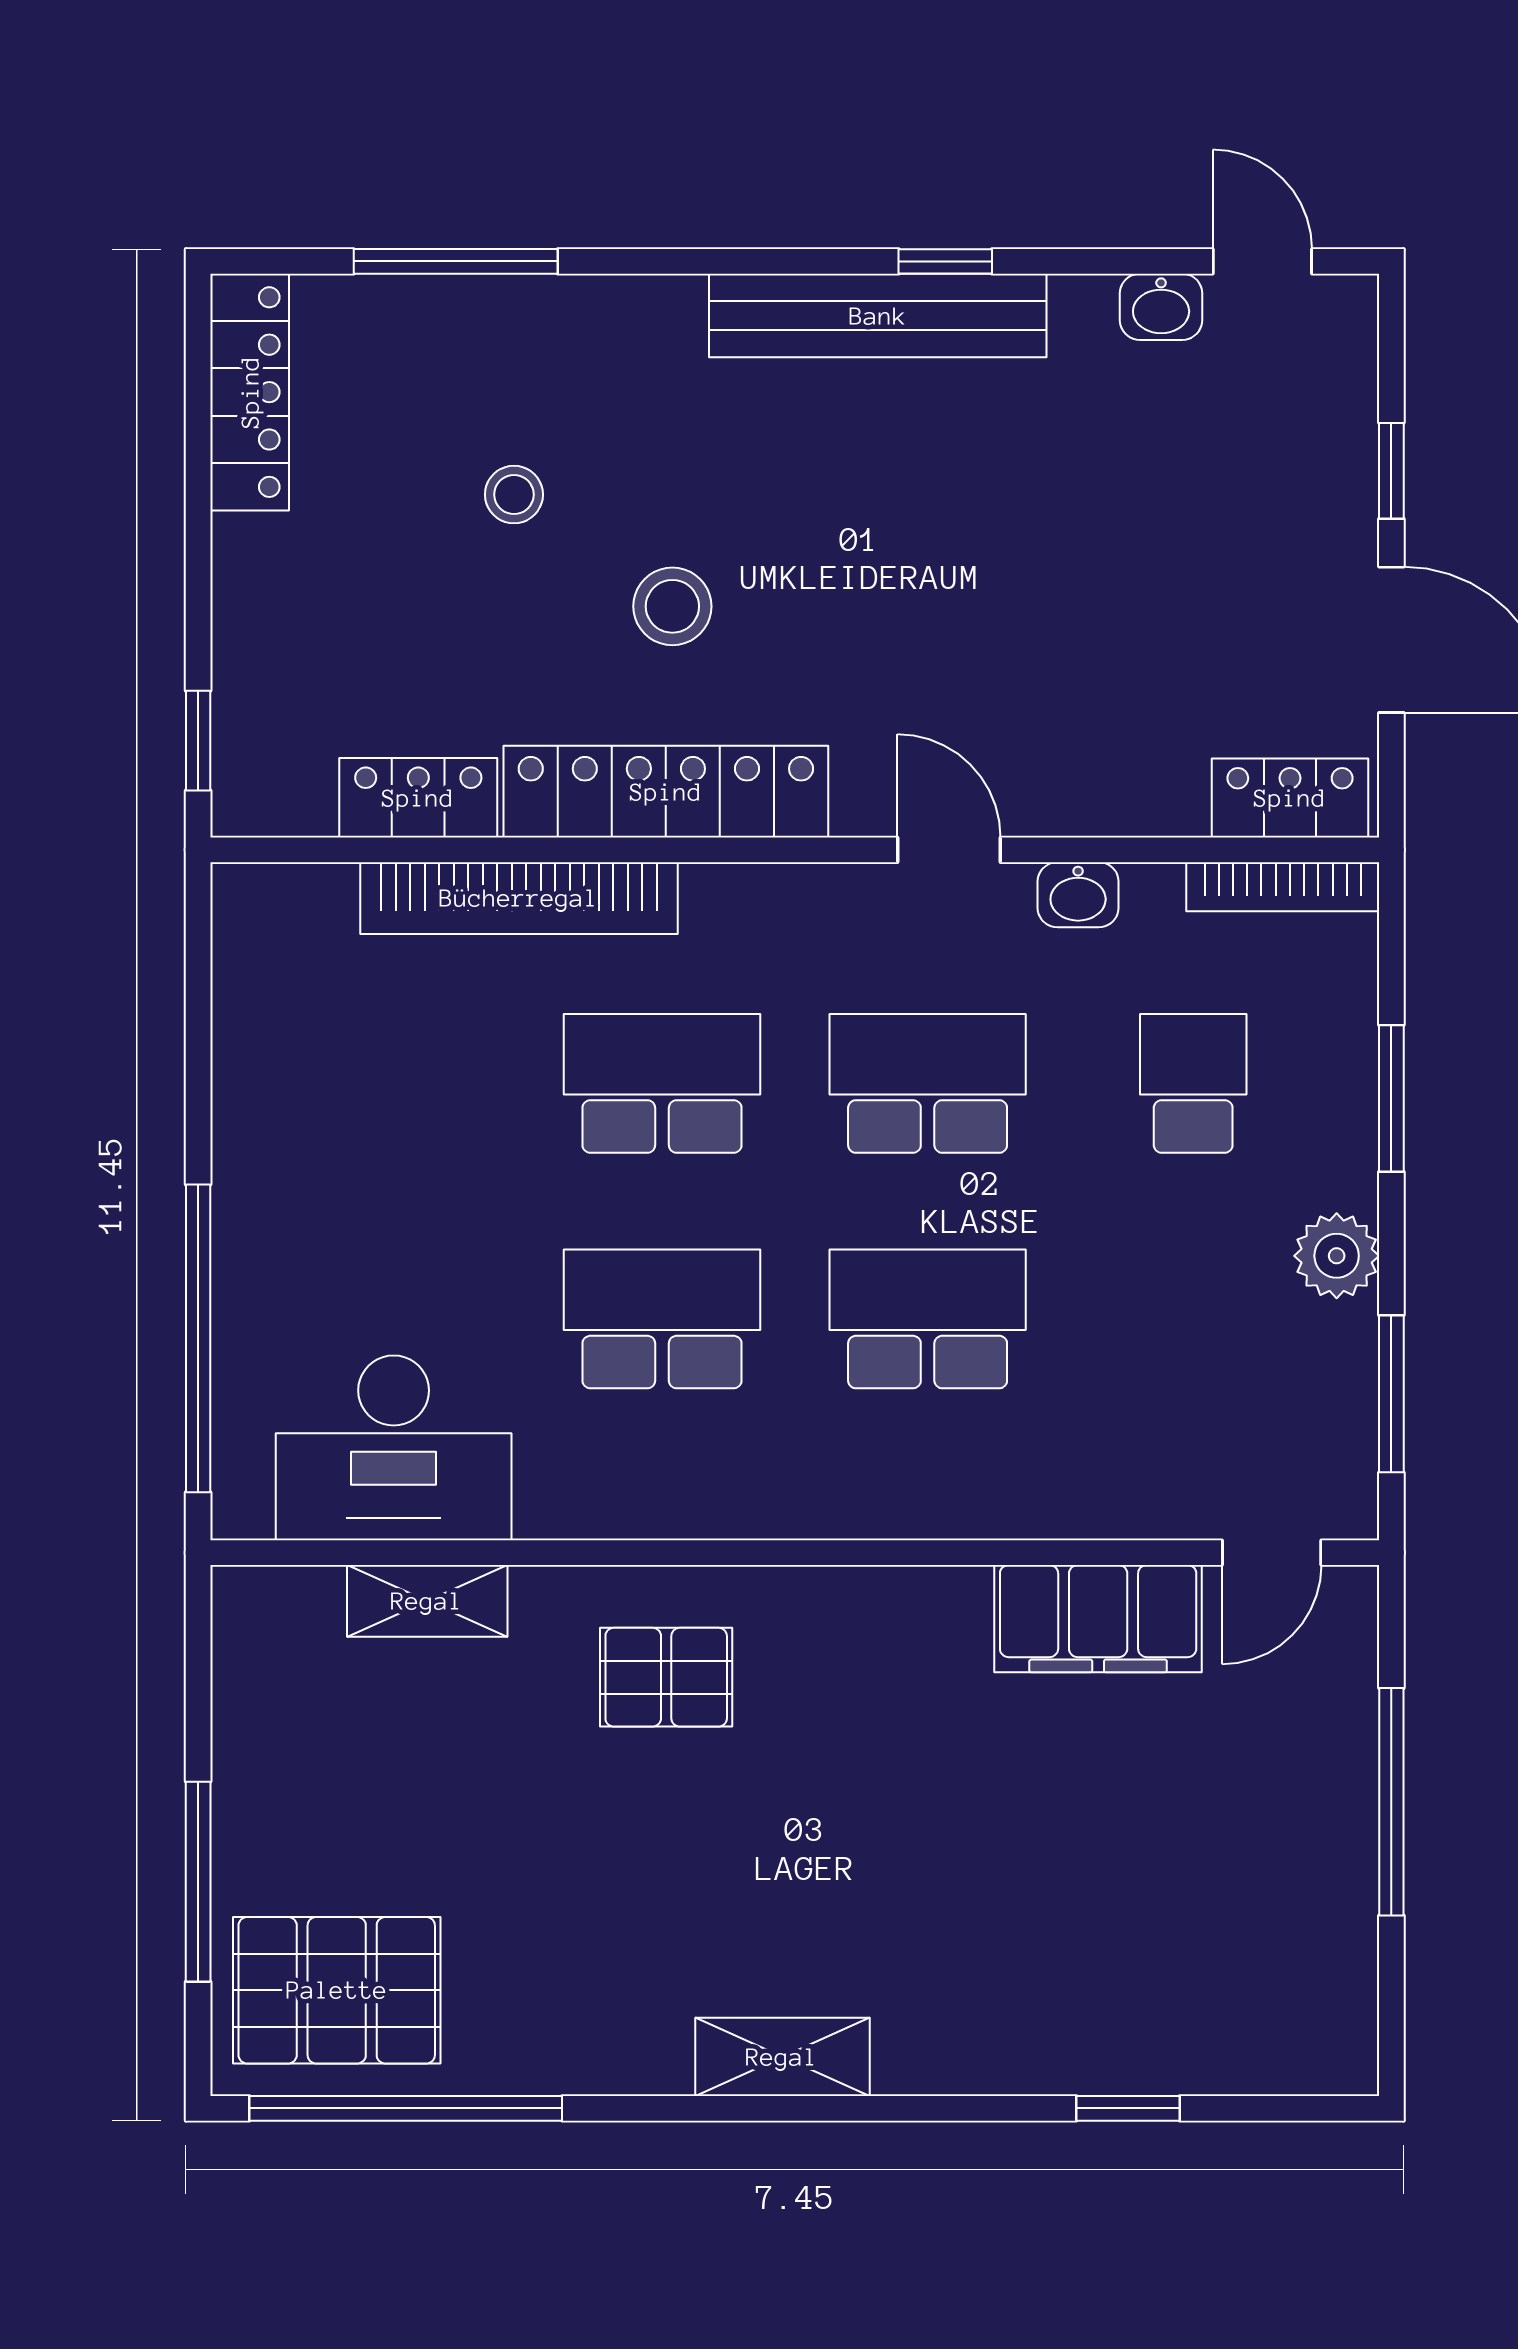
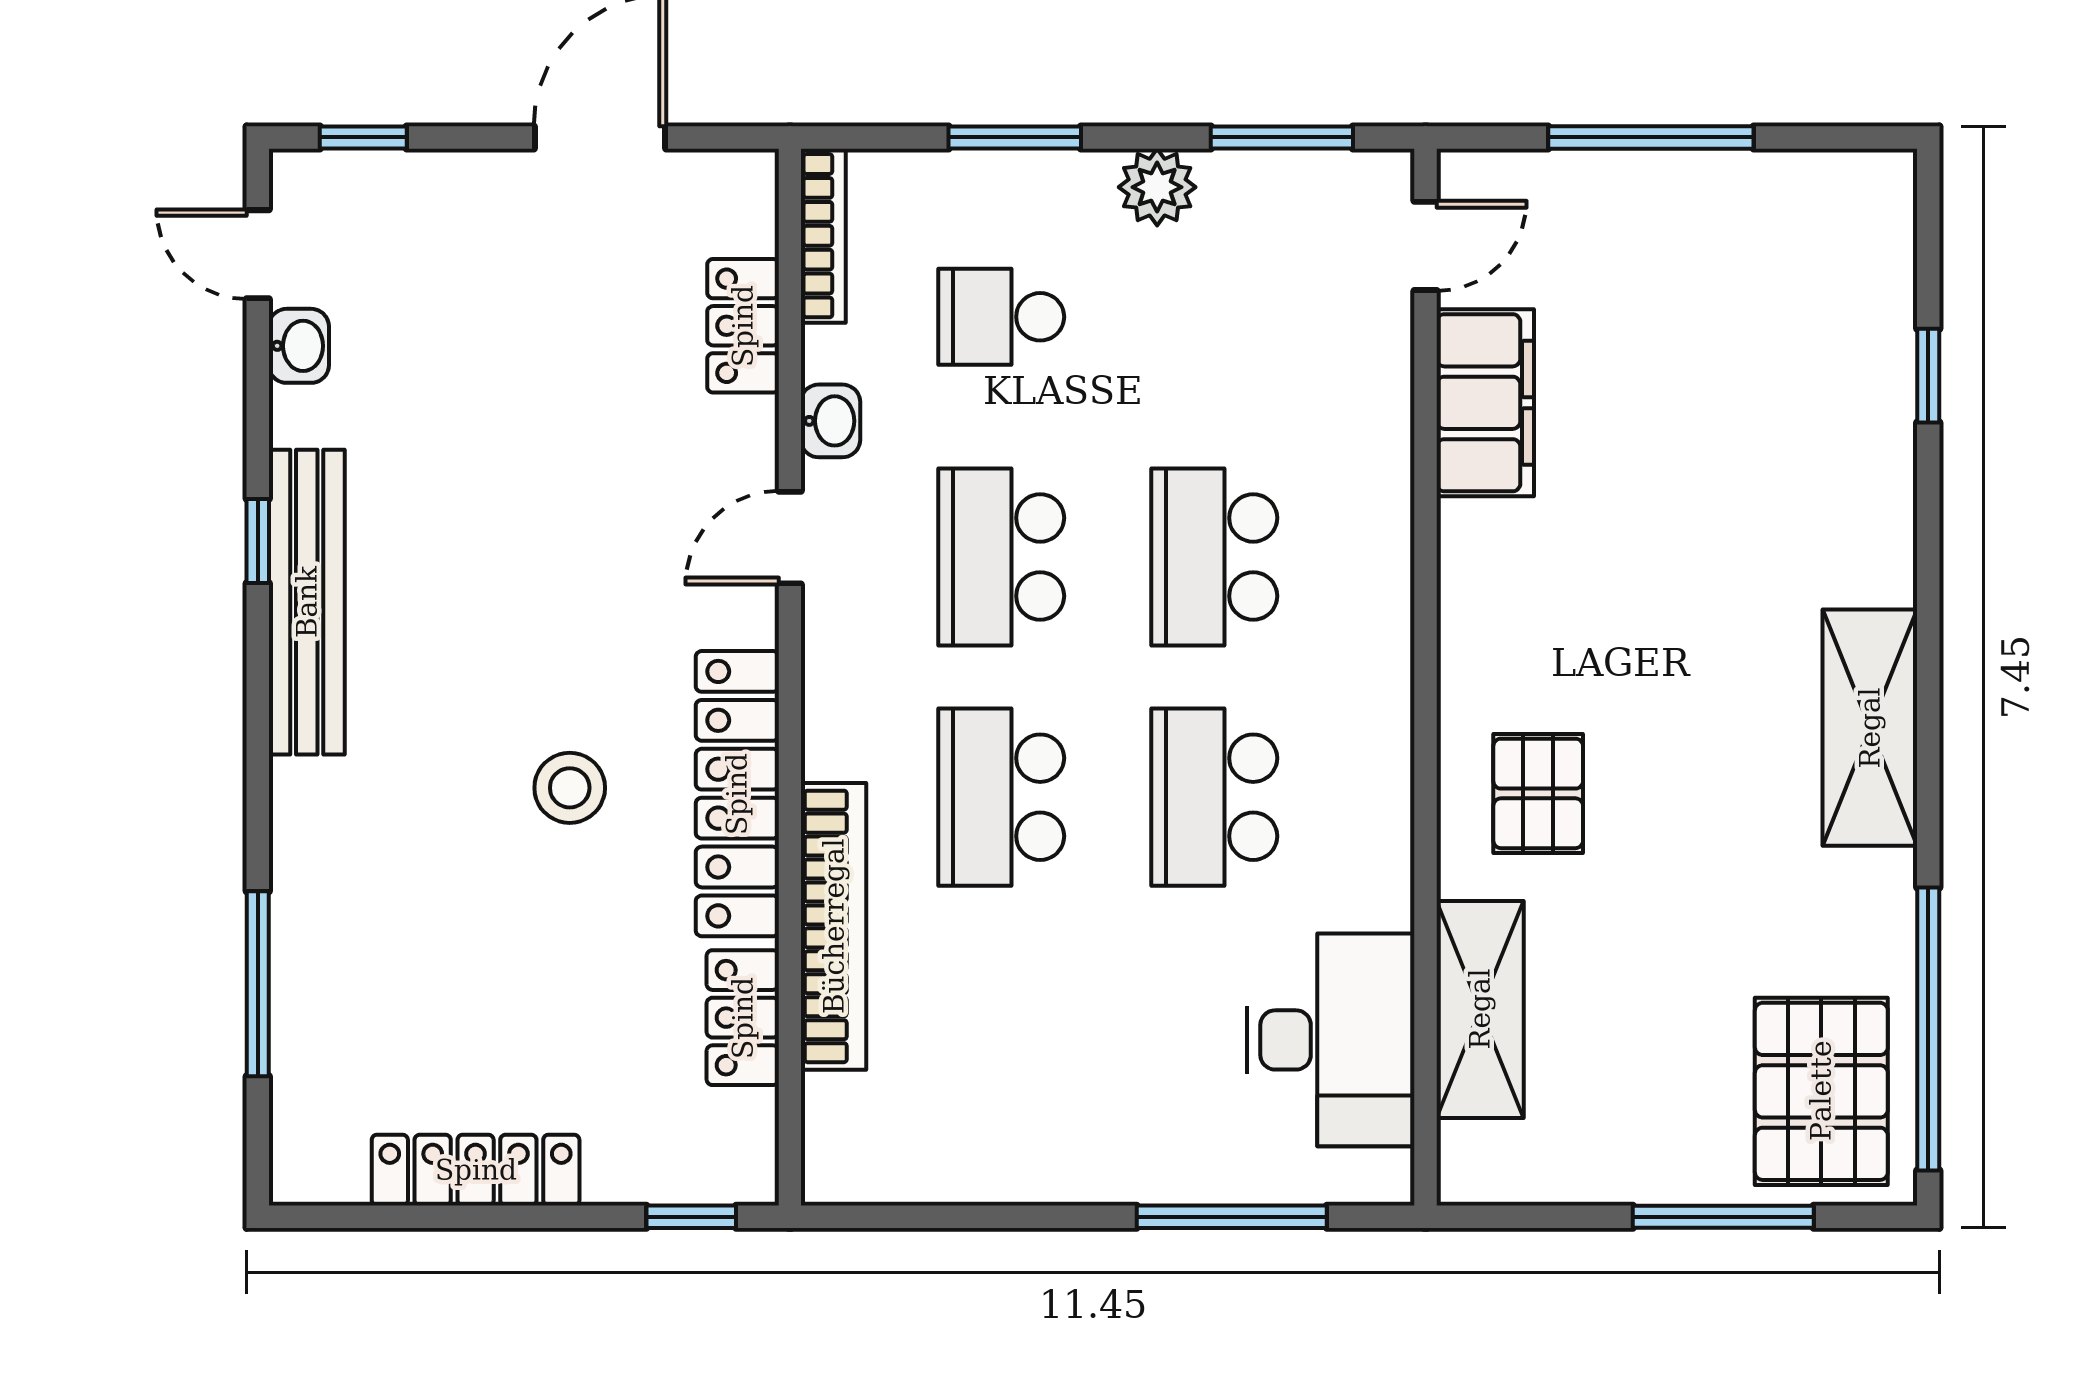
door: (1262, 261) -> (258, 254), hinge flipped
locker: (250, 392) -> (476, 1170), moved
window: (1391, 471) -> (363, 137), moved
stool: (514, 495) -> (469, 931), removed
locker: (1290, 798) -> (743, 326), moved
window: (198, 1338) -> (1232, 1217), width x0.68
door: (1272, 1553) -> (1426, 246), hinge flipped
shelving: (427, 1601) -> (1480, 1009), width x1.50, depth x1.33
shelving: (782, 2057) -> (1870, 728), width x1.50, depth x1.33

